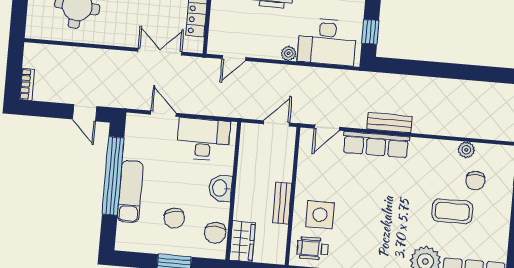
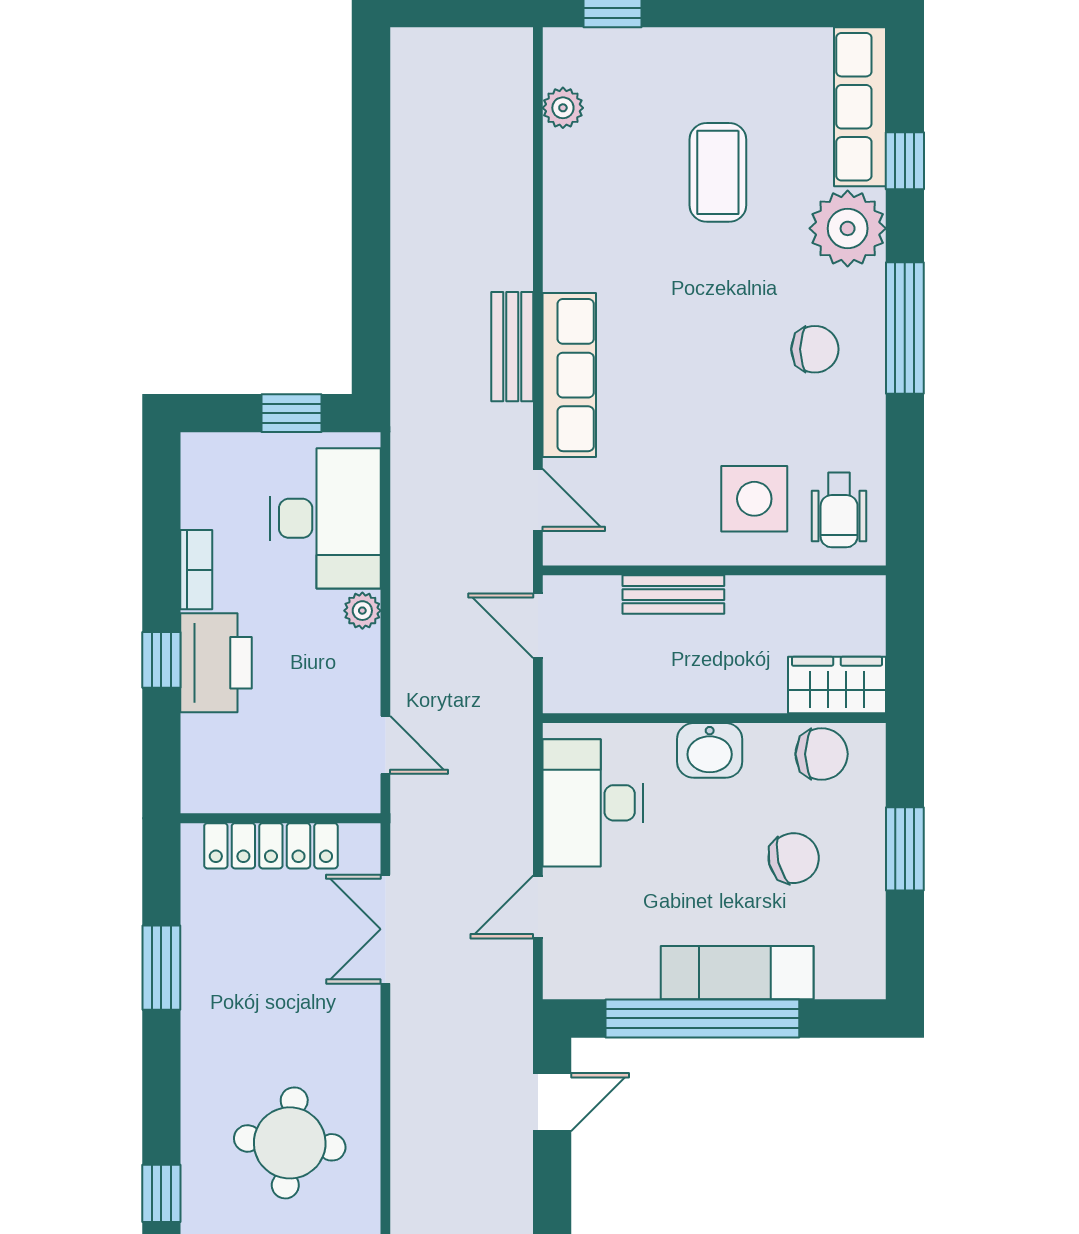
plant: (466, 150) -> (563, 108), moved
chair: (475, 181) -> (815, 349), moved
bench: (282, 203) -> (673, 595), moved

